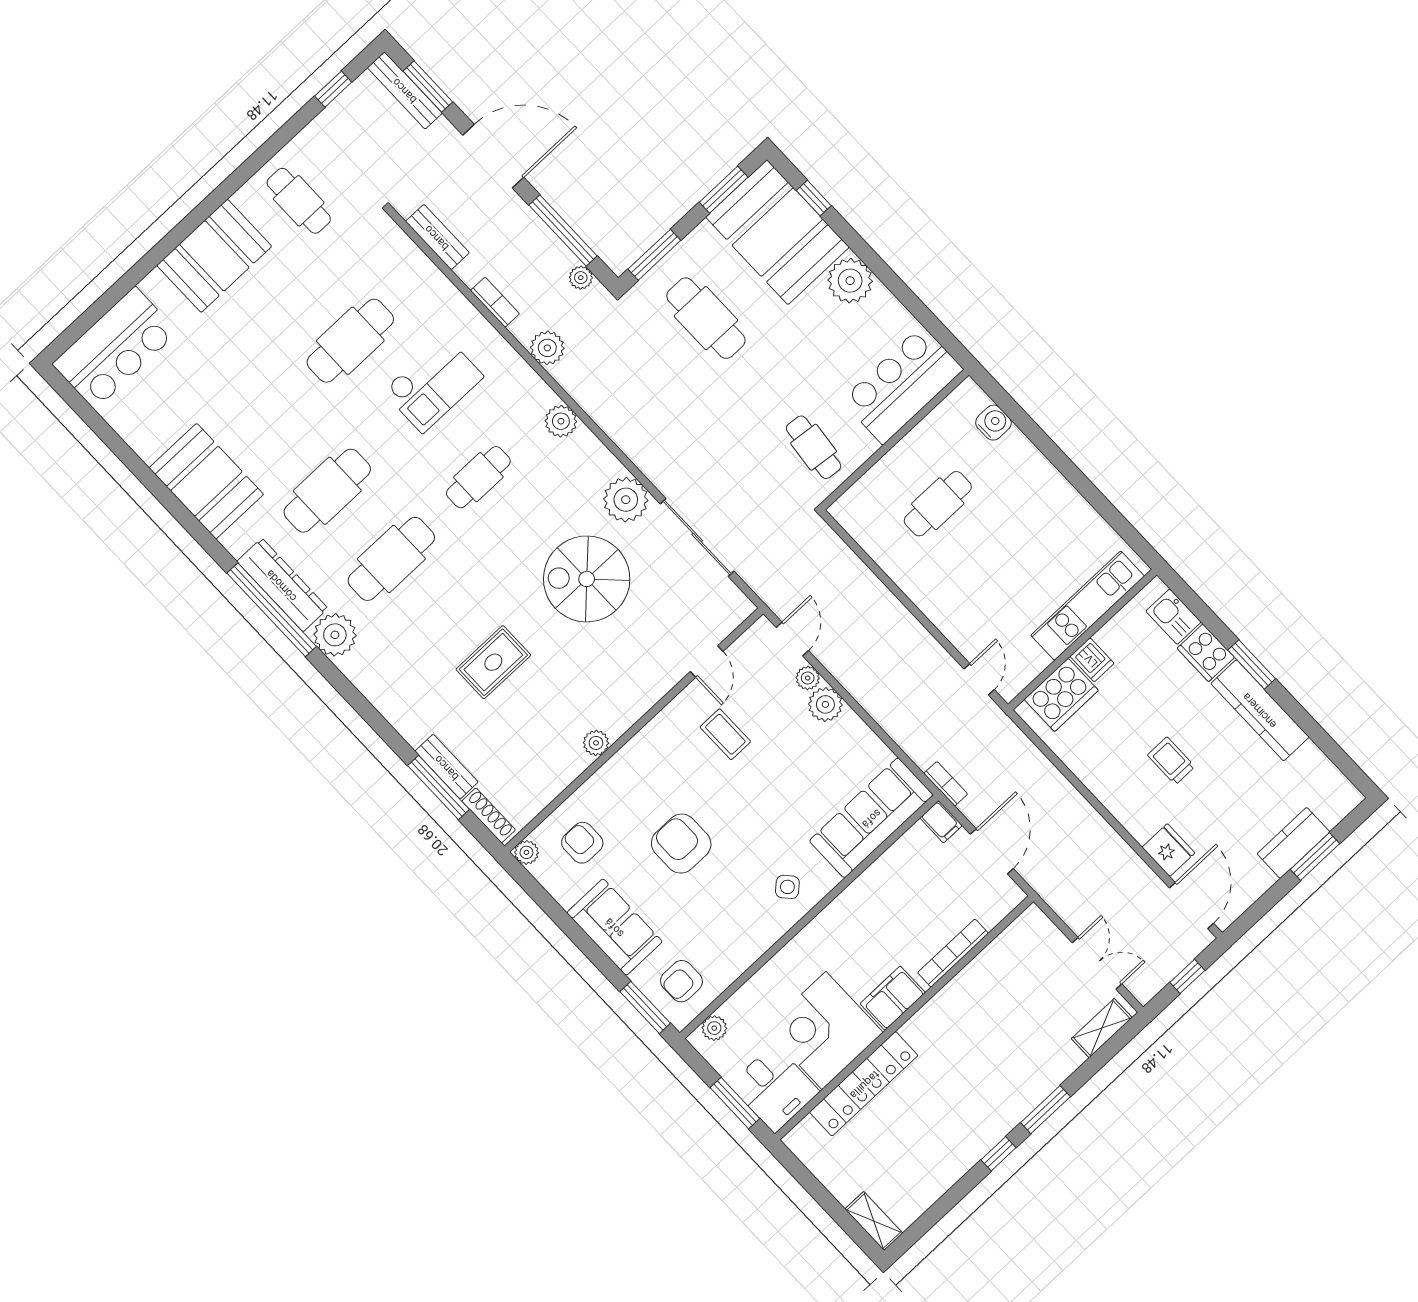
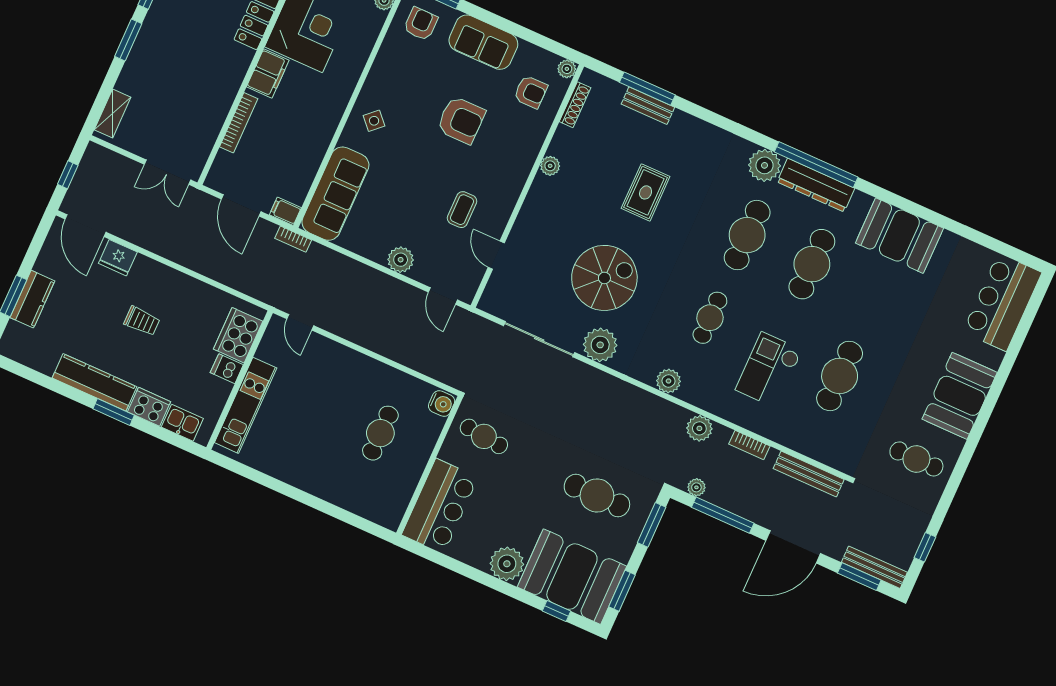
bench: (437, 237) -> (809, 474), width x1.36
water cooler: (993, 423) -> (442, 404), moved, turned -90
plant: (808, 678) -> (421, 273), removed
coffee table: (725, 734) -> (462, 210), turned 90
shoe rack: (489, 815) -> (575, 105), moved, turned -90
double door: (1097, 963) -> (167, 172), moved

